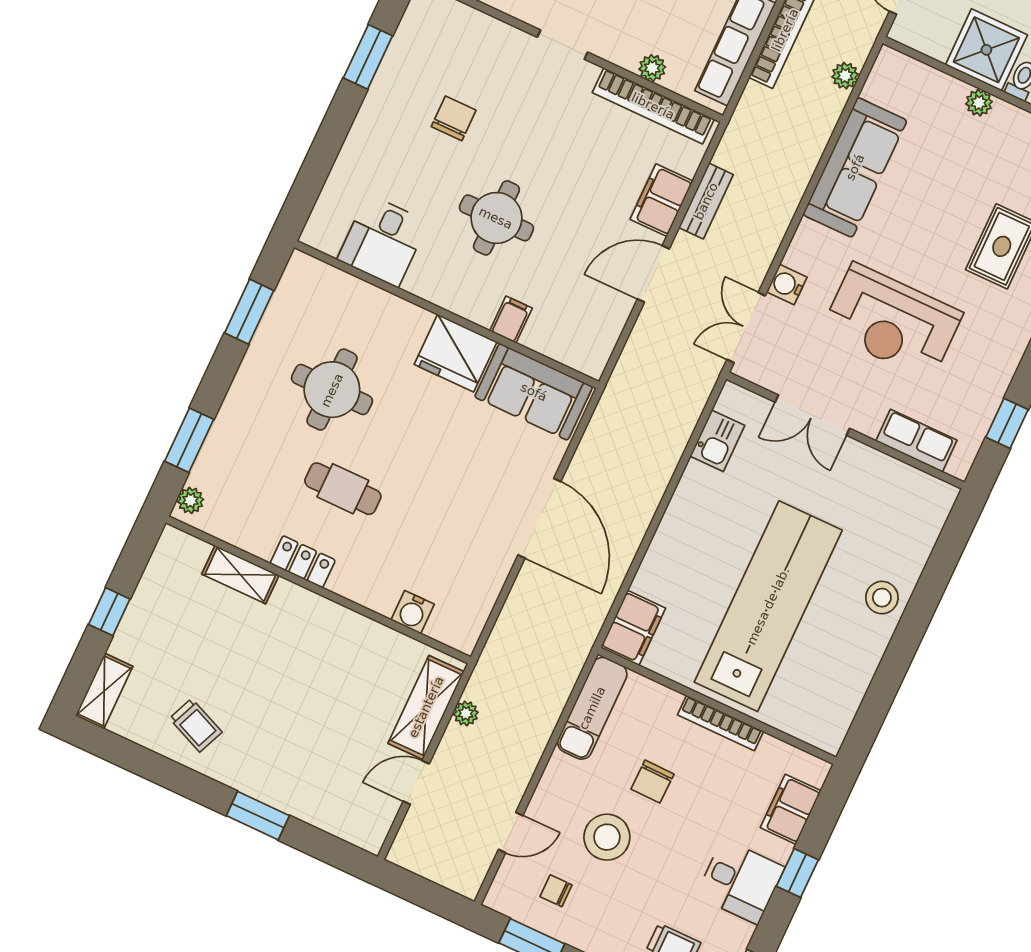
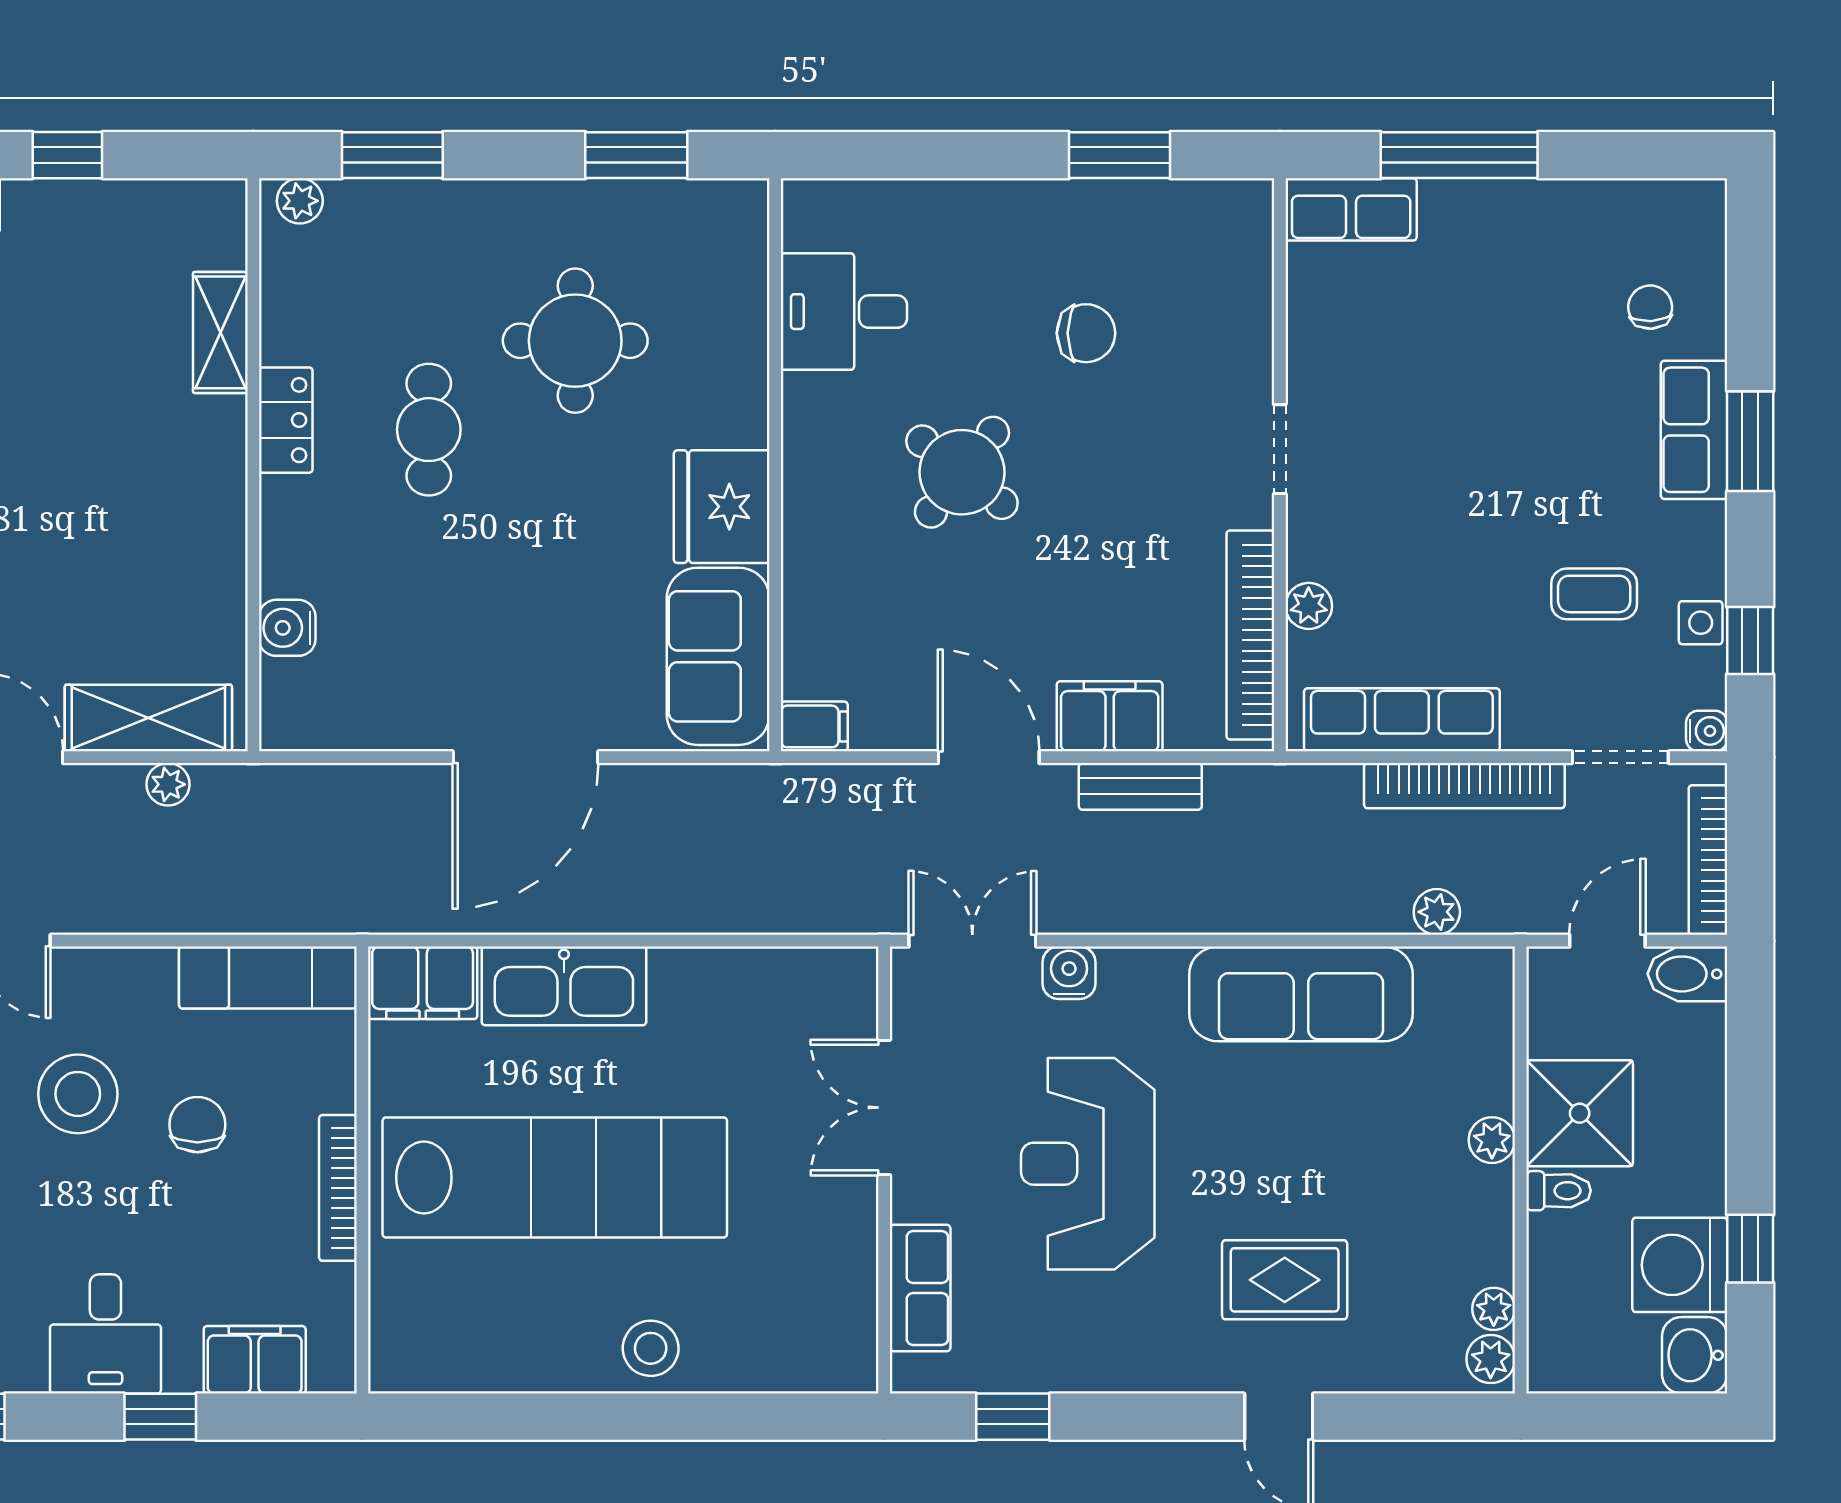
round table: (496, 218) -> (962, 472), turned 38
filing cabinet: (511, 320) -> (814, 726), moved
kitchen sink: (717, 441) -> (564, 986), moved, width x1.88, depth x1.24
chair: (652, 782) -> (197, 1125), turned 89

